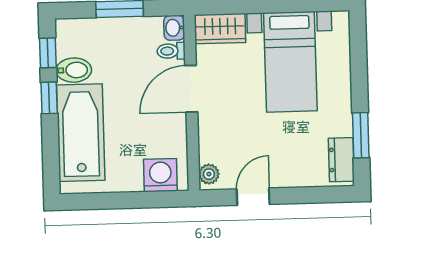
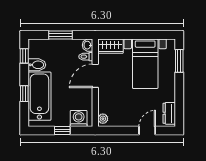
window: (49, 98) -> (24, 94), moved
window: (361, 135) -> (179, 61), moved
door: (253, 197) -> (147, 131), moved
window: (128, 200) -> (62, 131), added

